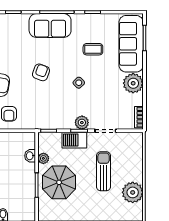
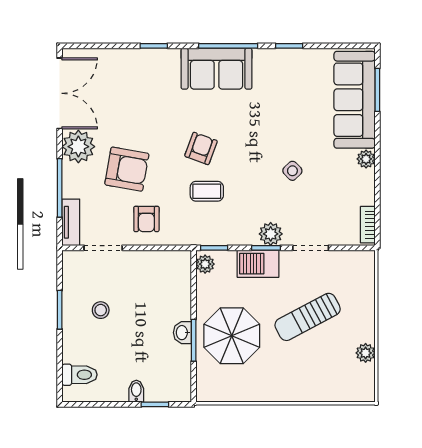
coffee table: (93, 49) -> (207, 191), moved
side table: (79, 83) -> (292, 171), moved
plant: (133, 83) -> (366, 159), width x0.53, depth x0.53
washbasin: (30, 156) -> (182, 333), moved
plant: (43, 158) -> (205, 264), moved
sun lounger: (104, 171) -> (308, 317), turned -118
plant: (133, 192) -> (366, 353), width x0.53, depth x0.53

